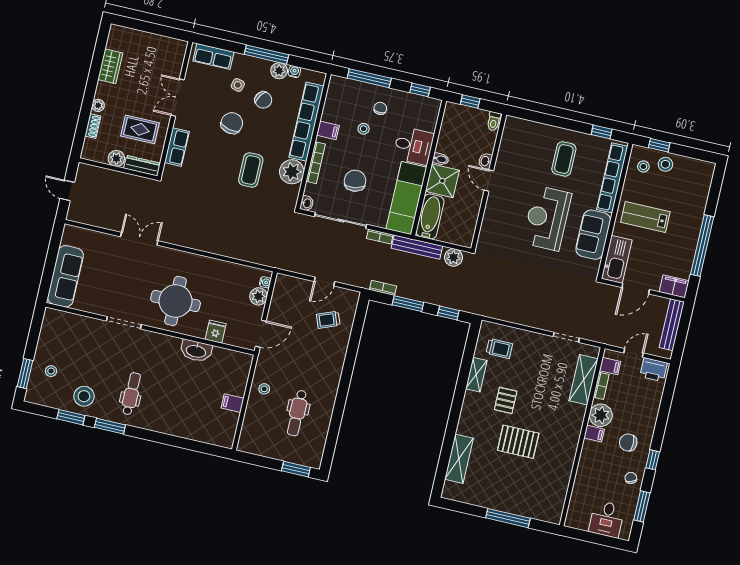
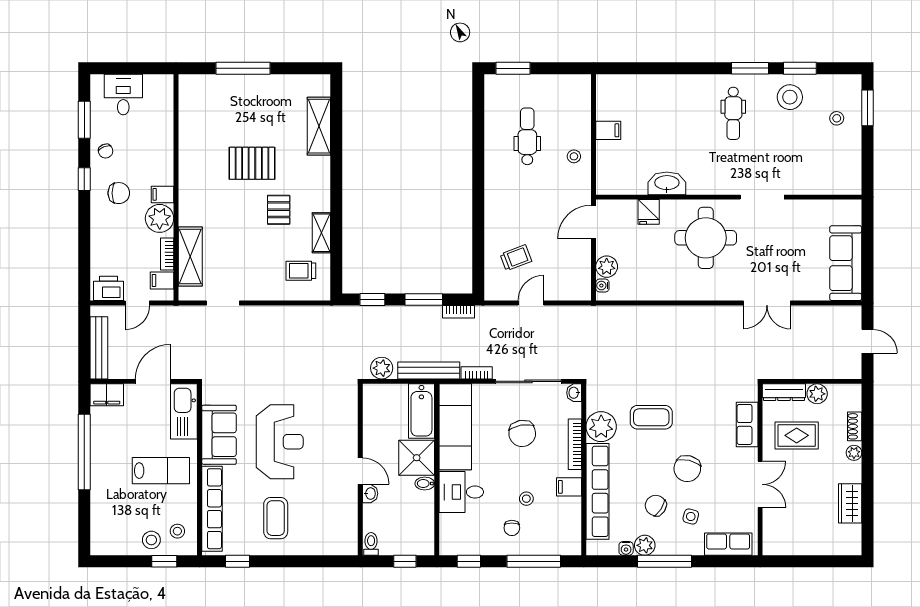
coffee table: (251, 170) -> (651, 417), turned 90
sofa: (65, 276) -> (846, 263), moved

